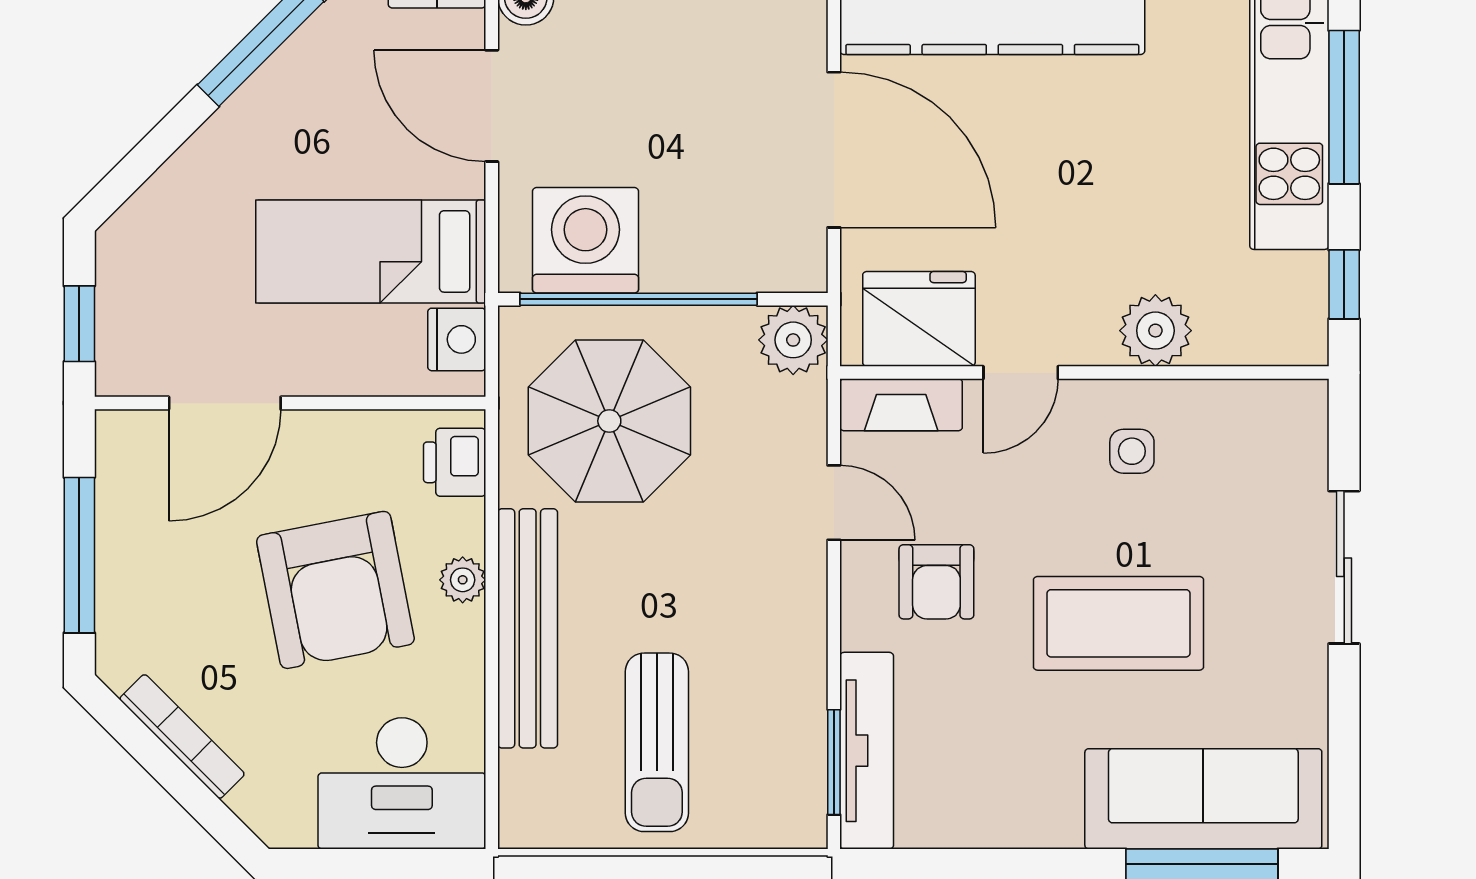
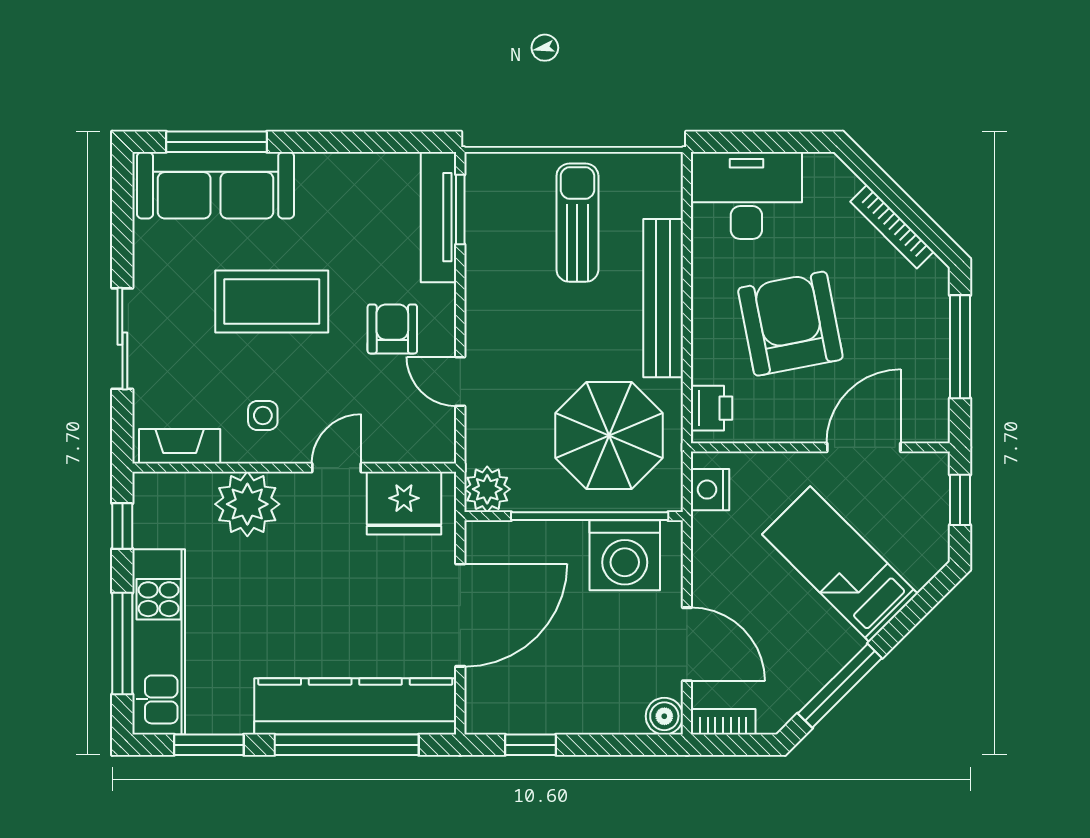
door: (834, 150) -> (460, 615), swing flipped
bed: (371, 251) -> (840, 564), moved, turned -135
plant: (1155, 331) -> (247, 504), width x1.36, depth x1.36
fireplace: (901, 405) -> (180, 446), moved
plant: (463, 580) -> (706, 330), removed

